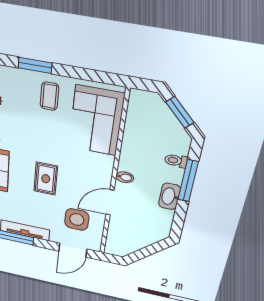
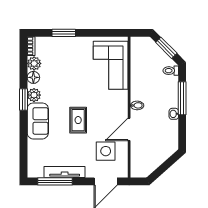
coffee table: (50, 96) -> (76, 53), removed
toilet: (176, 161) -> (171, 71), moved
washbasin: (170, 196) -> (174, 114), width x0.52, depth x0.69

